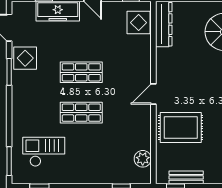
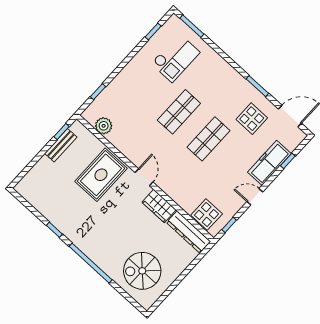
display table: (25, 58) -> (252, 119), moved
wardrobe: (164, 63) -> (159, 206), added

